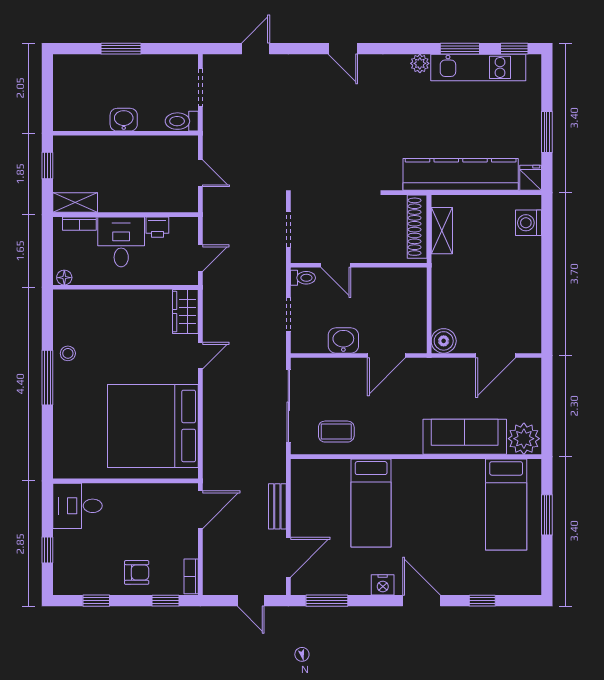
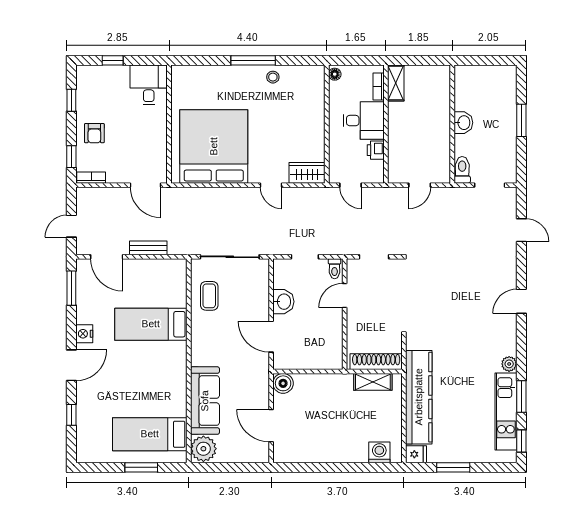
window: (47, 166) -> (426, 60), removed

